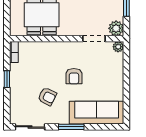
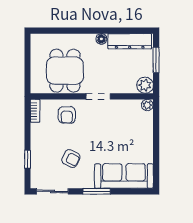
doorway: (94, 39) -> (98, 96), moved
armchair: (74, 76) -> (67, 115), moved
window: (7, 79) -> (28, 159), moved

